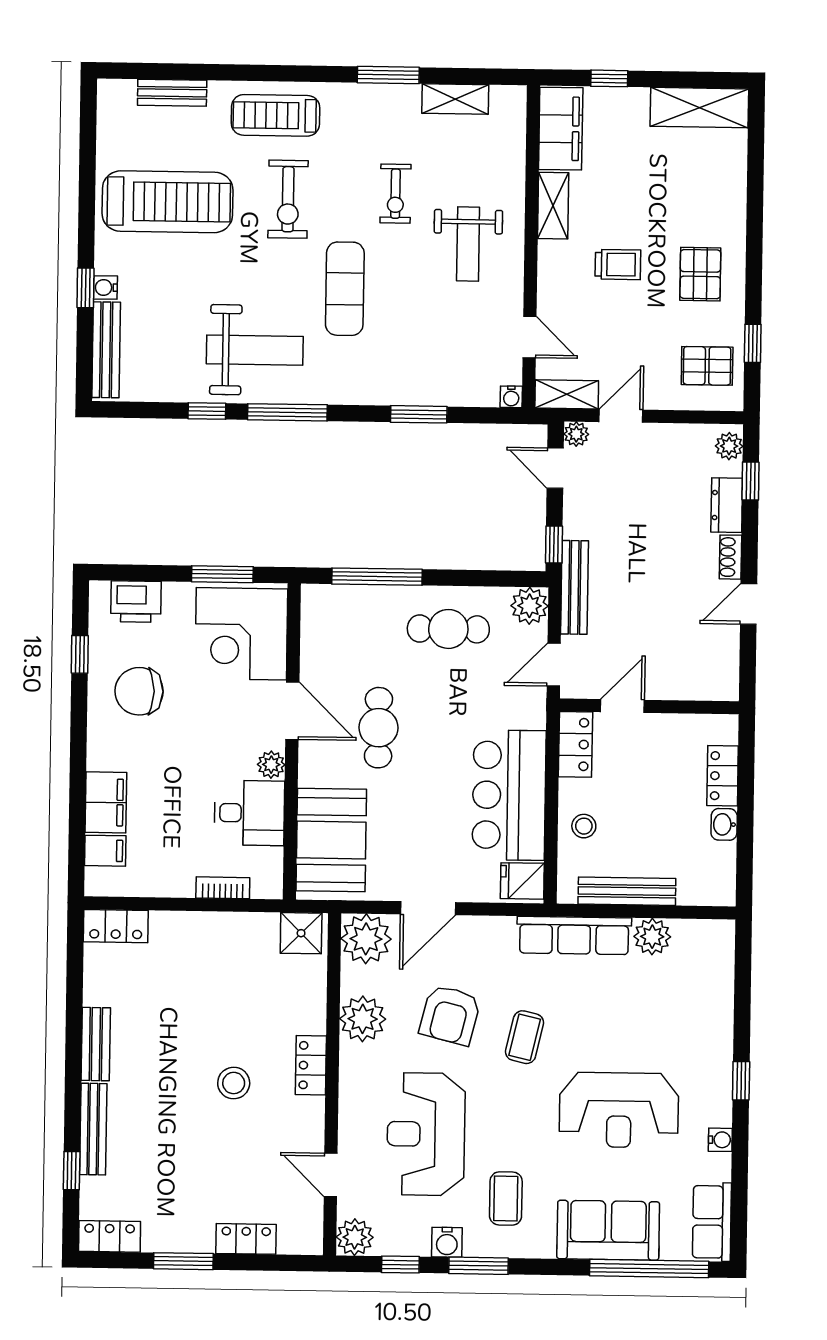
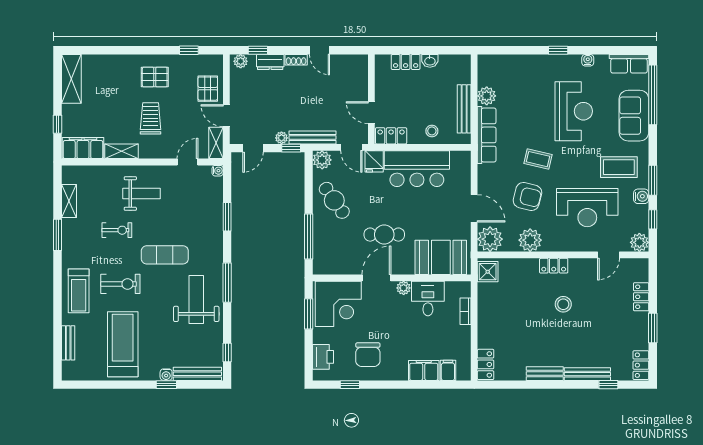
trolley: (618, 265) -> (151, 118), width x1.36, depth x1.39
pallet: (707, 366) -> (208, 89), moved
window: (207, 411) -> (227, 353), moved
plant: (576, 434) -> (281, 138), moved
cafe table: (448, 629) -> (334, 200), turned -35
fridge: (522, 881) -> (374, 161), moved
coffee table: (506, 1199) -> (619, 167), width x1.36, depth x1.30

